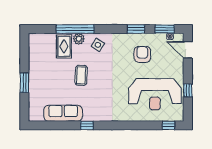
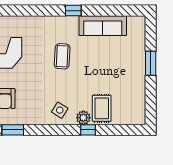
window: (75, 29) -> (88, 130), width x0.32
coffee table: (81, 75) -> (62, 56), moved

